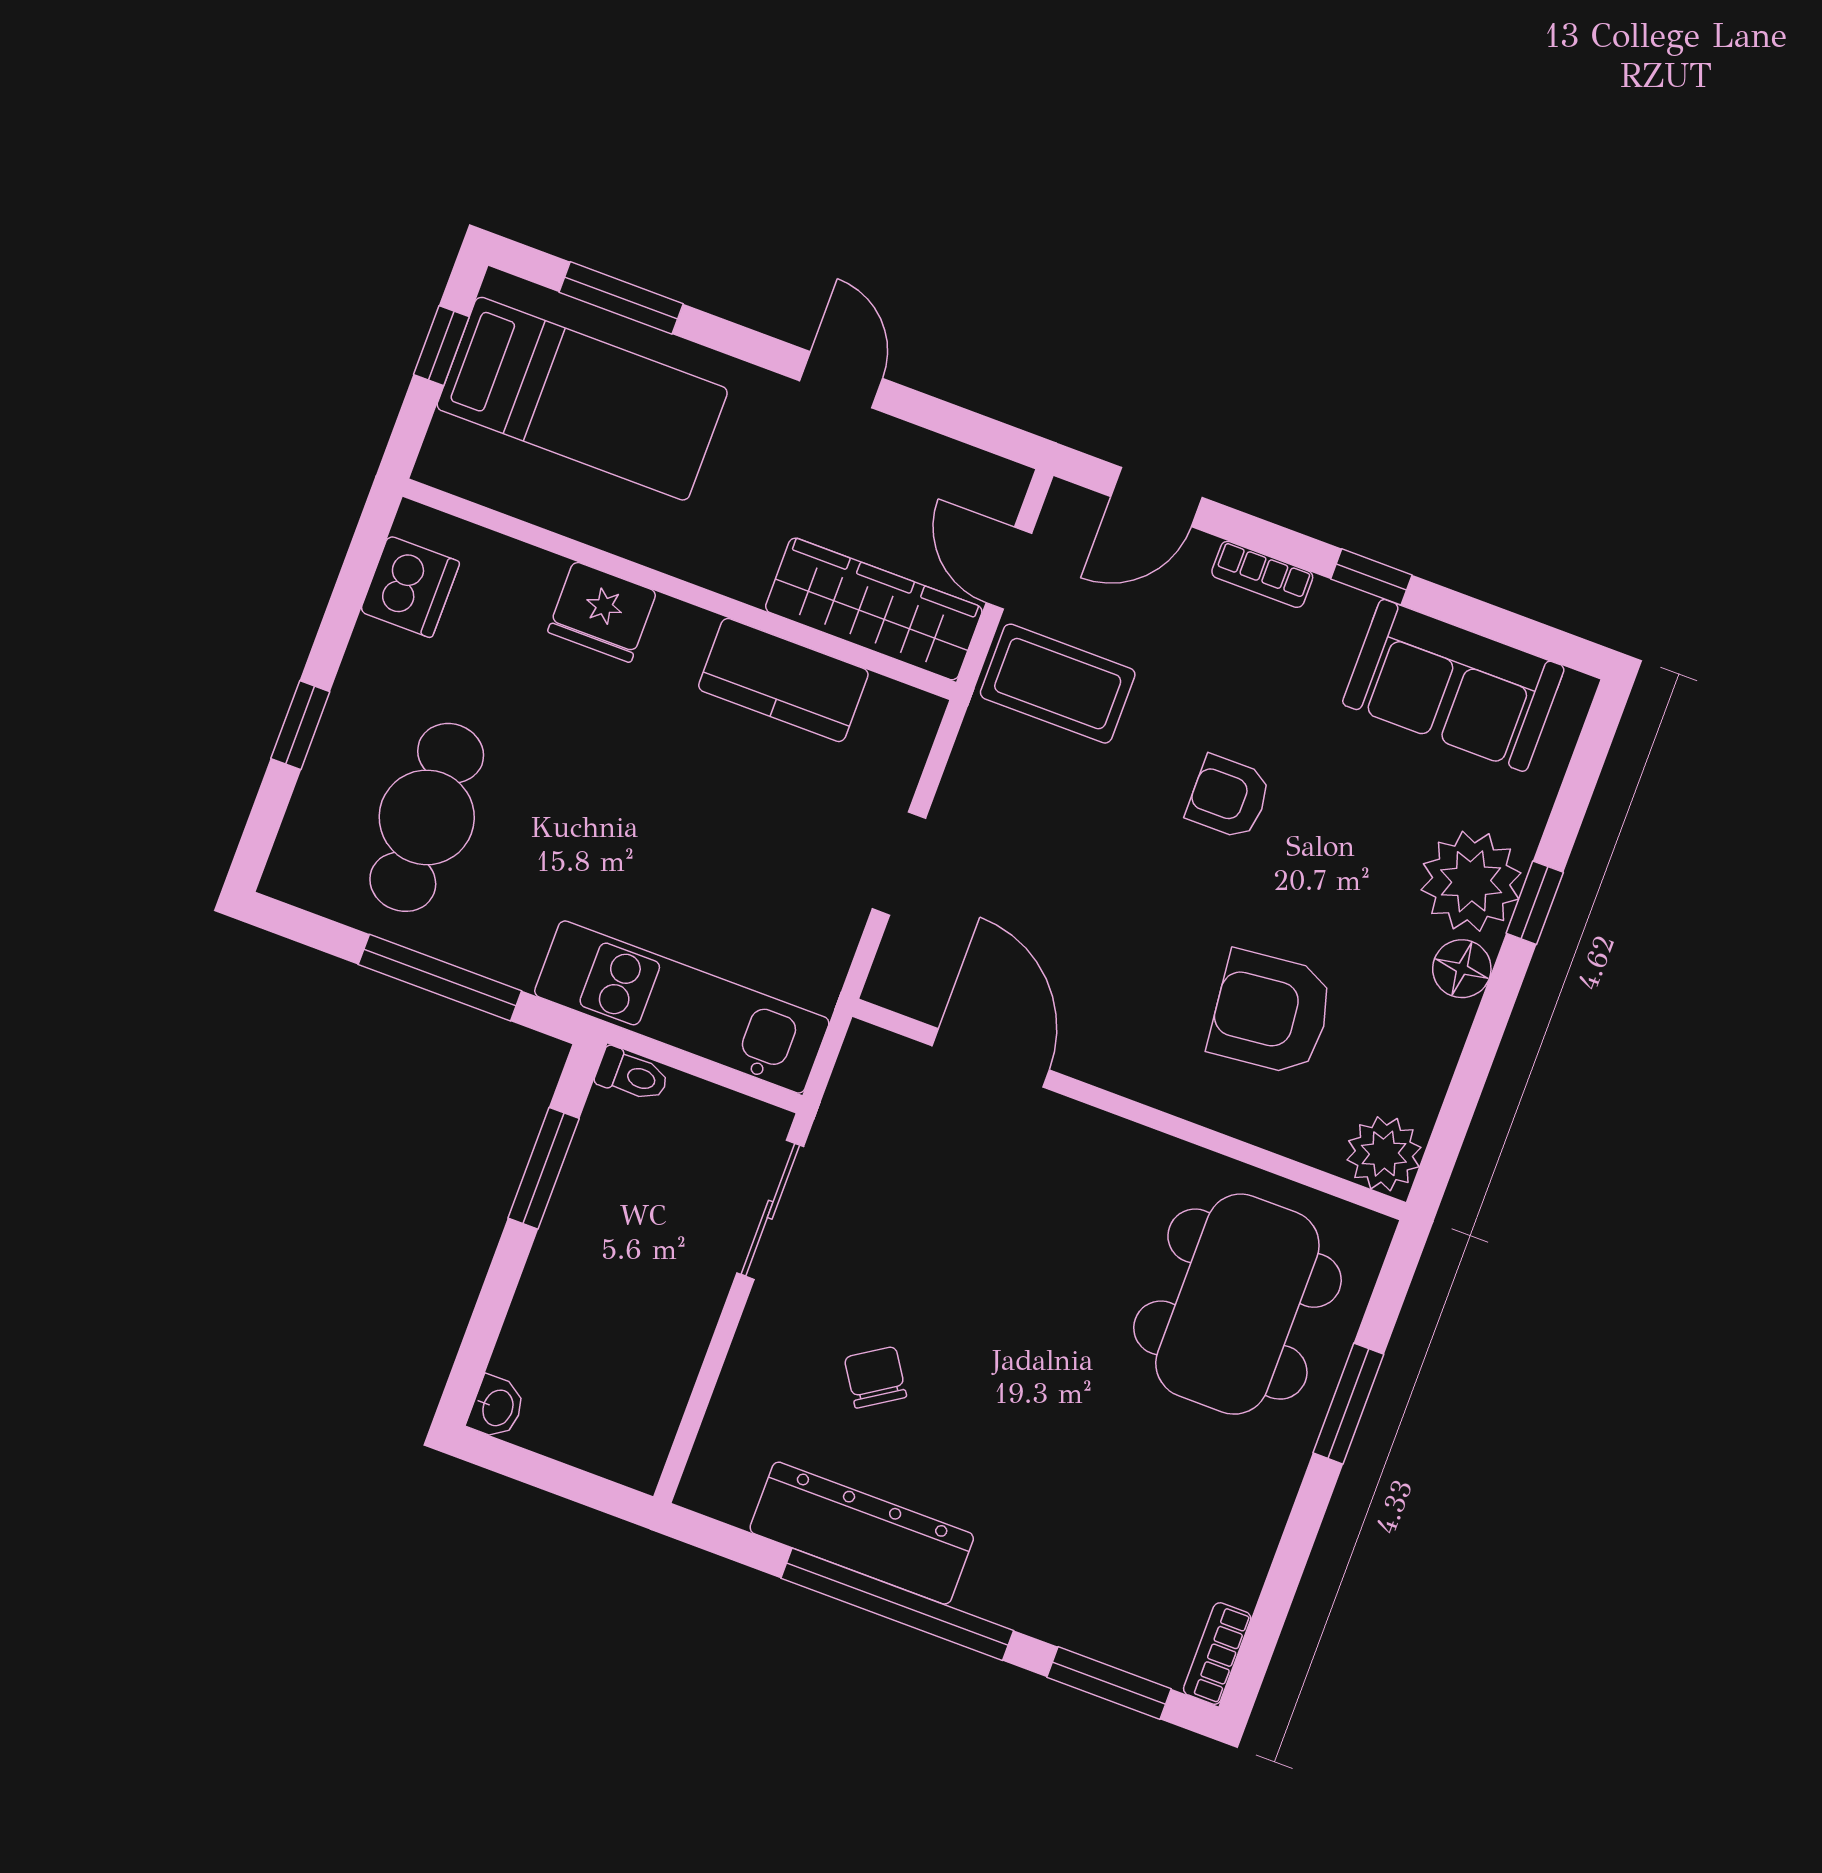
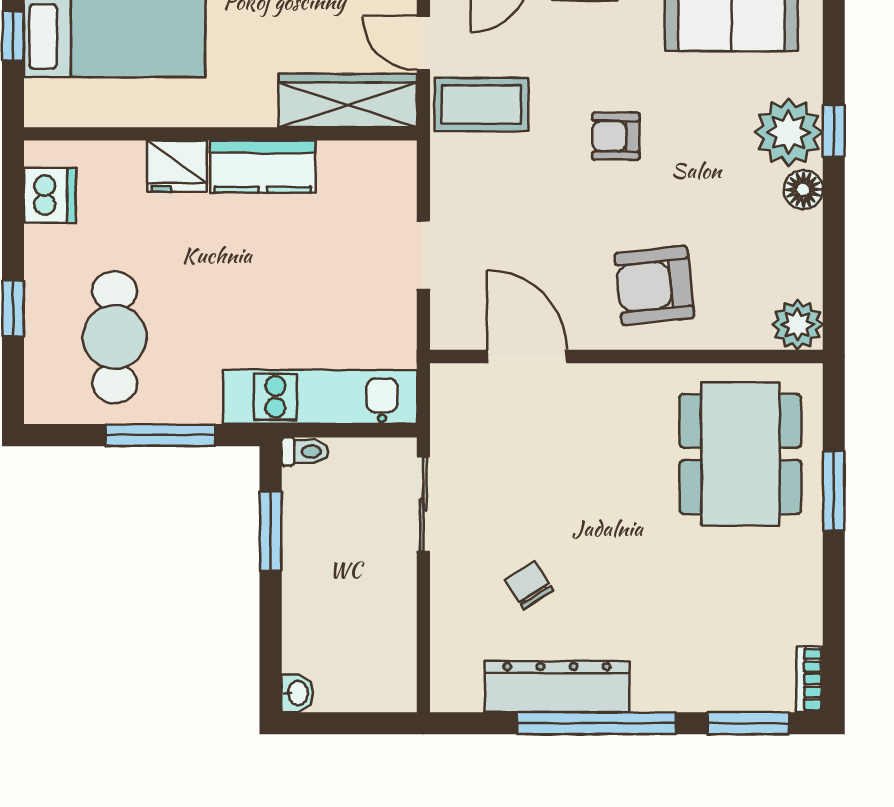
kitchen counter: (783, 680) -> (263, 167), moved
armchair: (1271, 1013) -> (654, 286), moved

